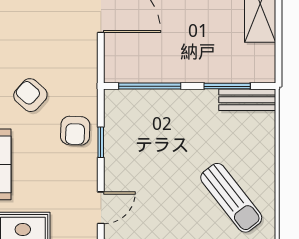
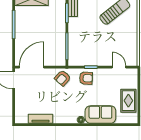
armchair: (30, 95) -> (63, 78), moved

